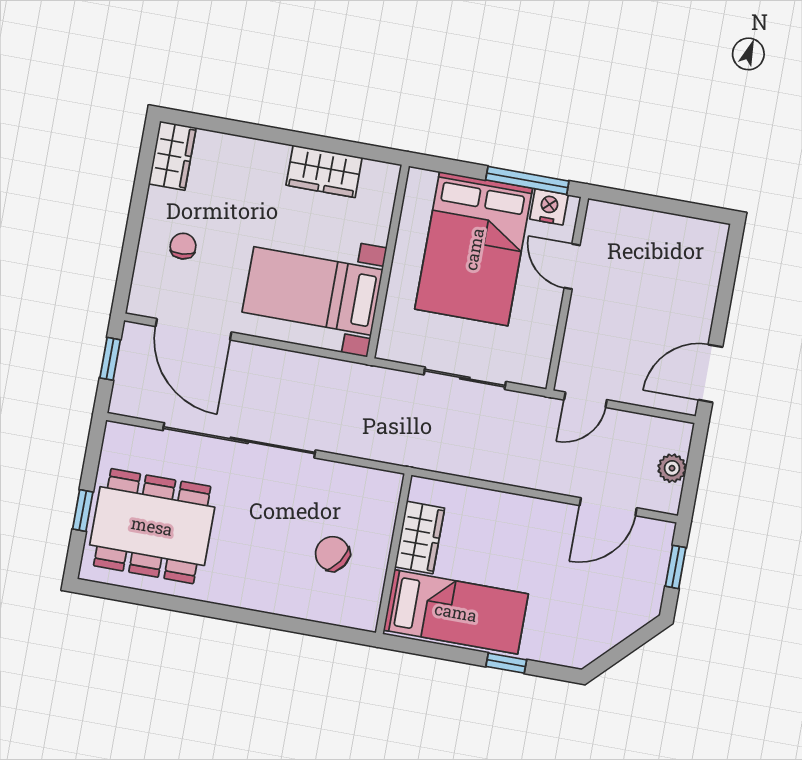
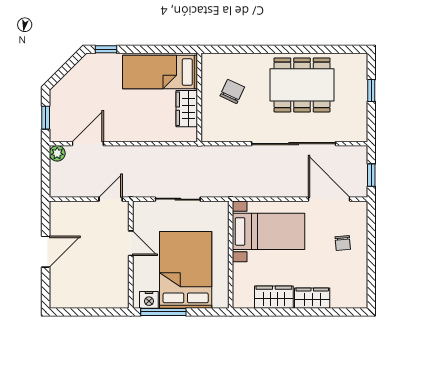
wardrobe: (172, 156) -> (312, 298), moved, turned 90
door: (572, 267) -> (131, 243), moved
door: (710, 373) -> (46, 252), moved
plant: (672, 468) -> (57, 153), moved
dining table: (152, 526) -> (302, 85), moved
chair: (332, 554) -> (232, 91), turned -99
window: (506, 663) -> (106, 49), moved

